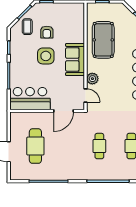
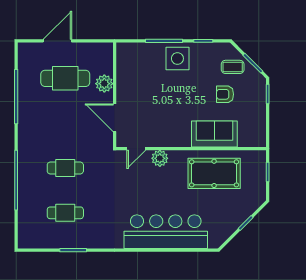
side table: (46, 56) -> (177, 59), moved
sofa: (75, 59) -> (214, 134), moved
bar counter: (30, 99) -> (132, 71), removed
plant: (39, 118) -> (104, 84), added

